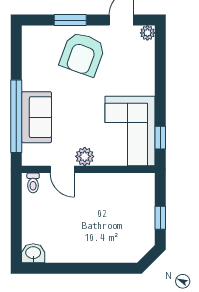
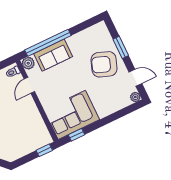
plant: (85, 156) -> (28, 63), moved
window: (160, 218) -> (44, 150), moved

